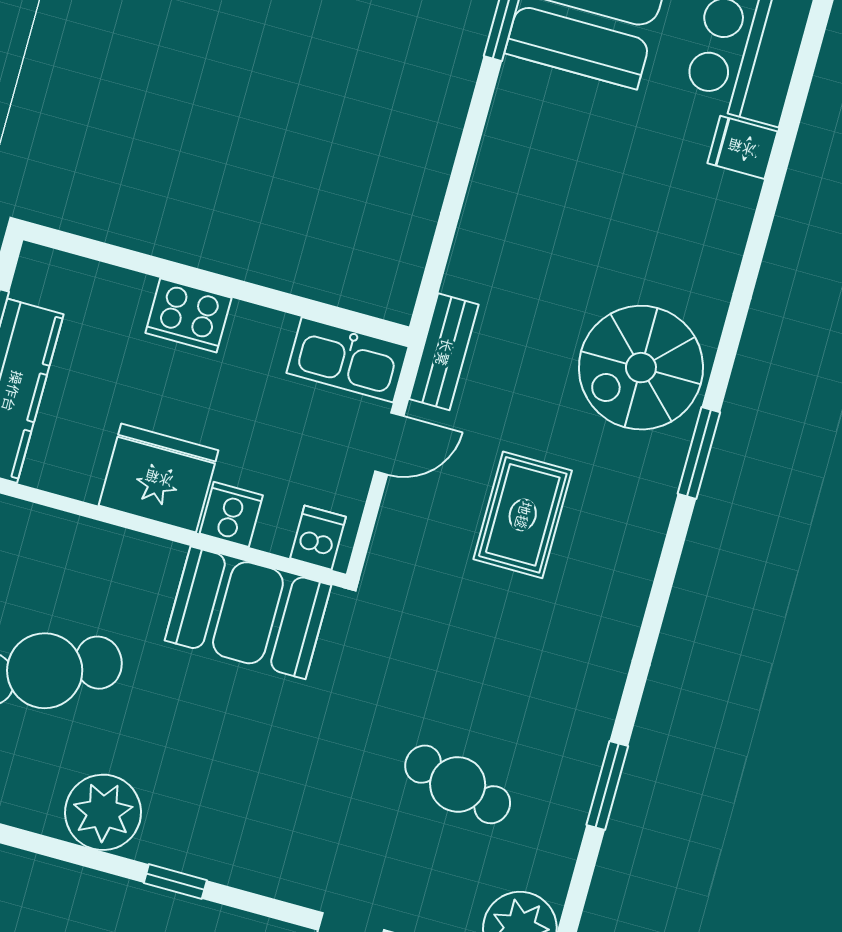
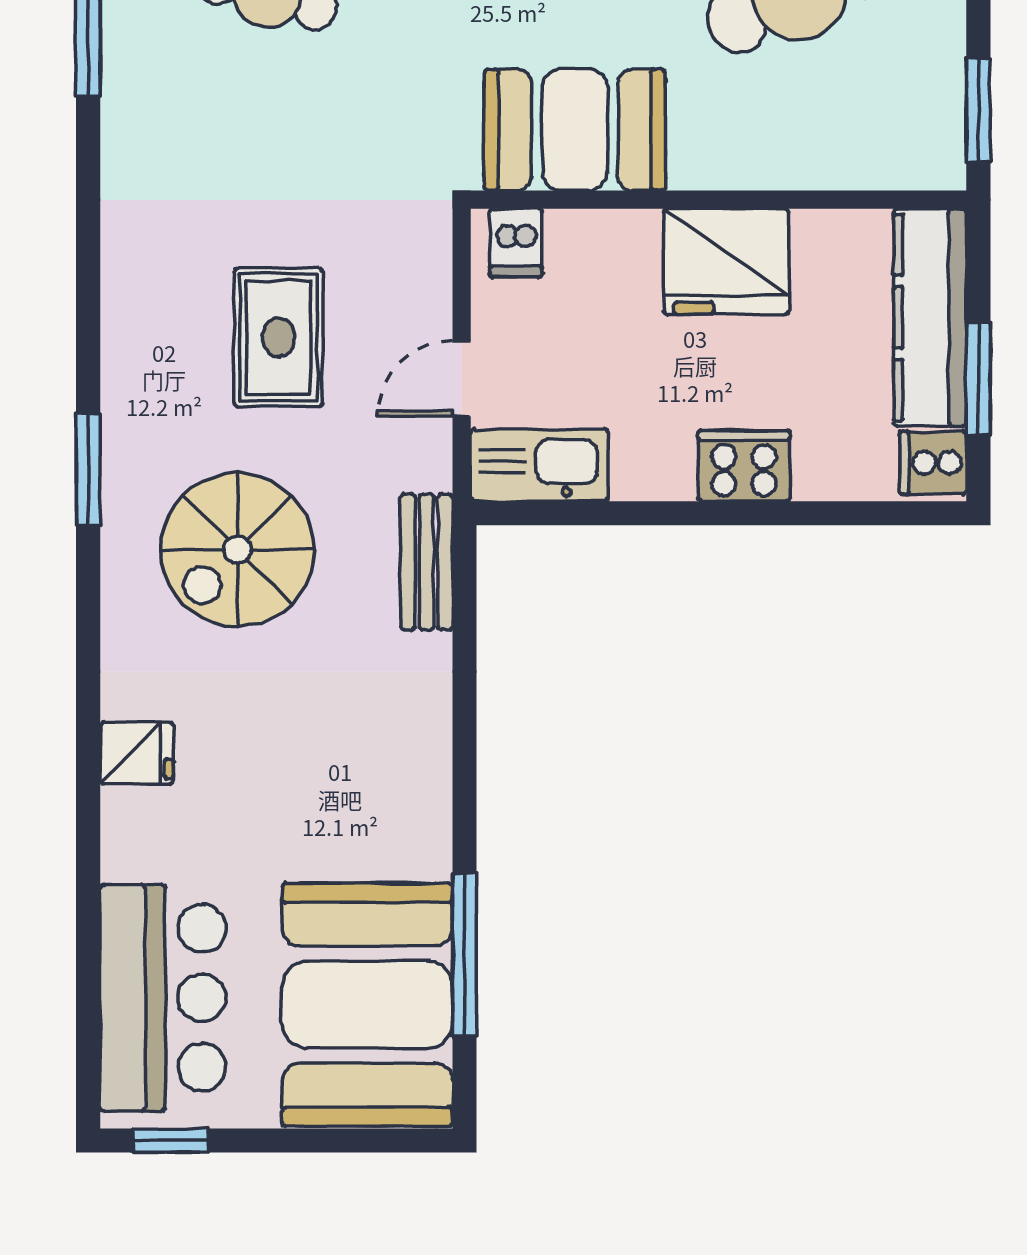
fridge: (742, 147) -> (137, 753), moved
bench: (444, 352) -> (427, 562), moved
spiral stairs: (641, 368) -> (238, 550), moved, turned 180
cooker: (231, 514) -> (933, 463), moved, turned 90

